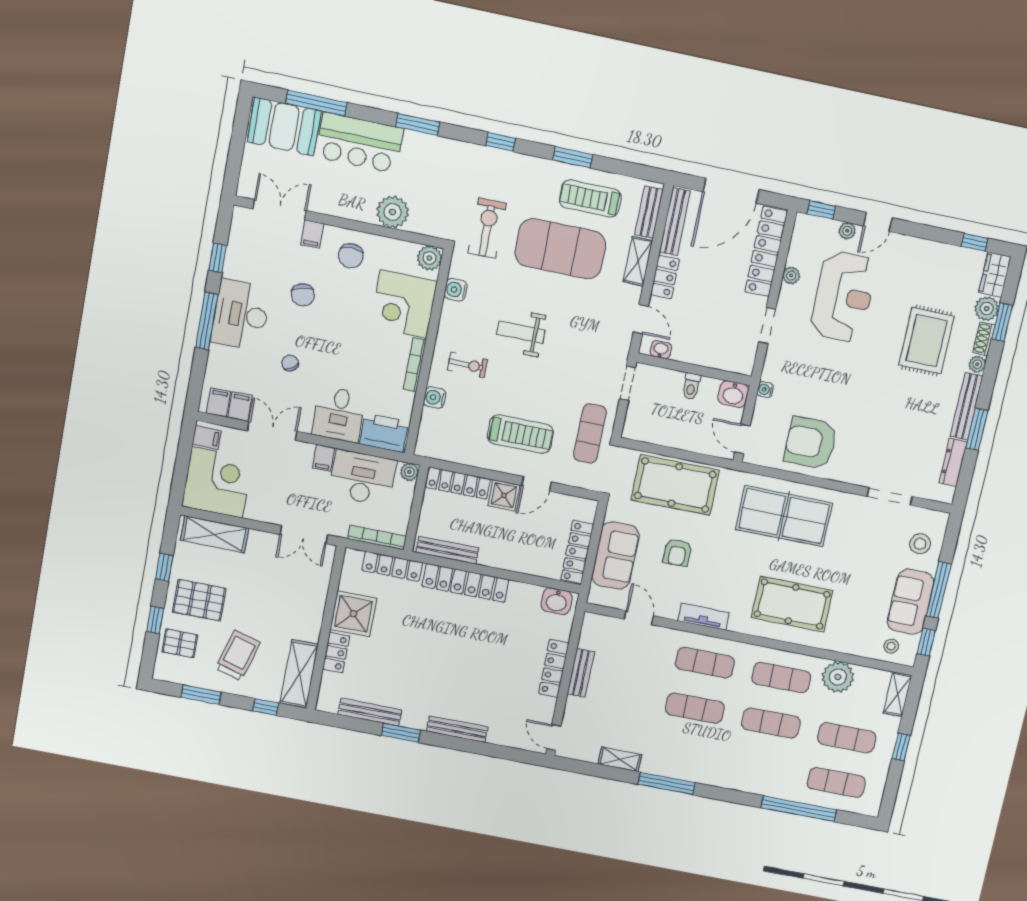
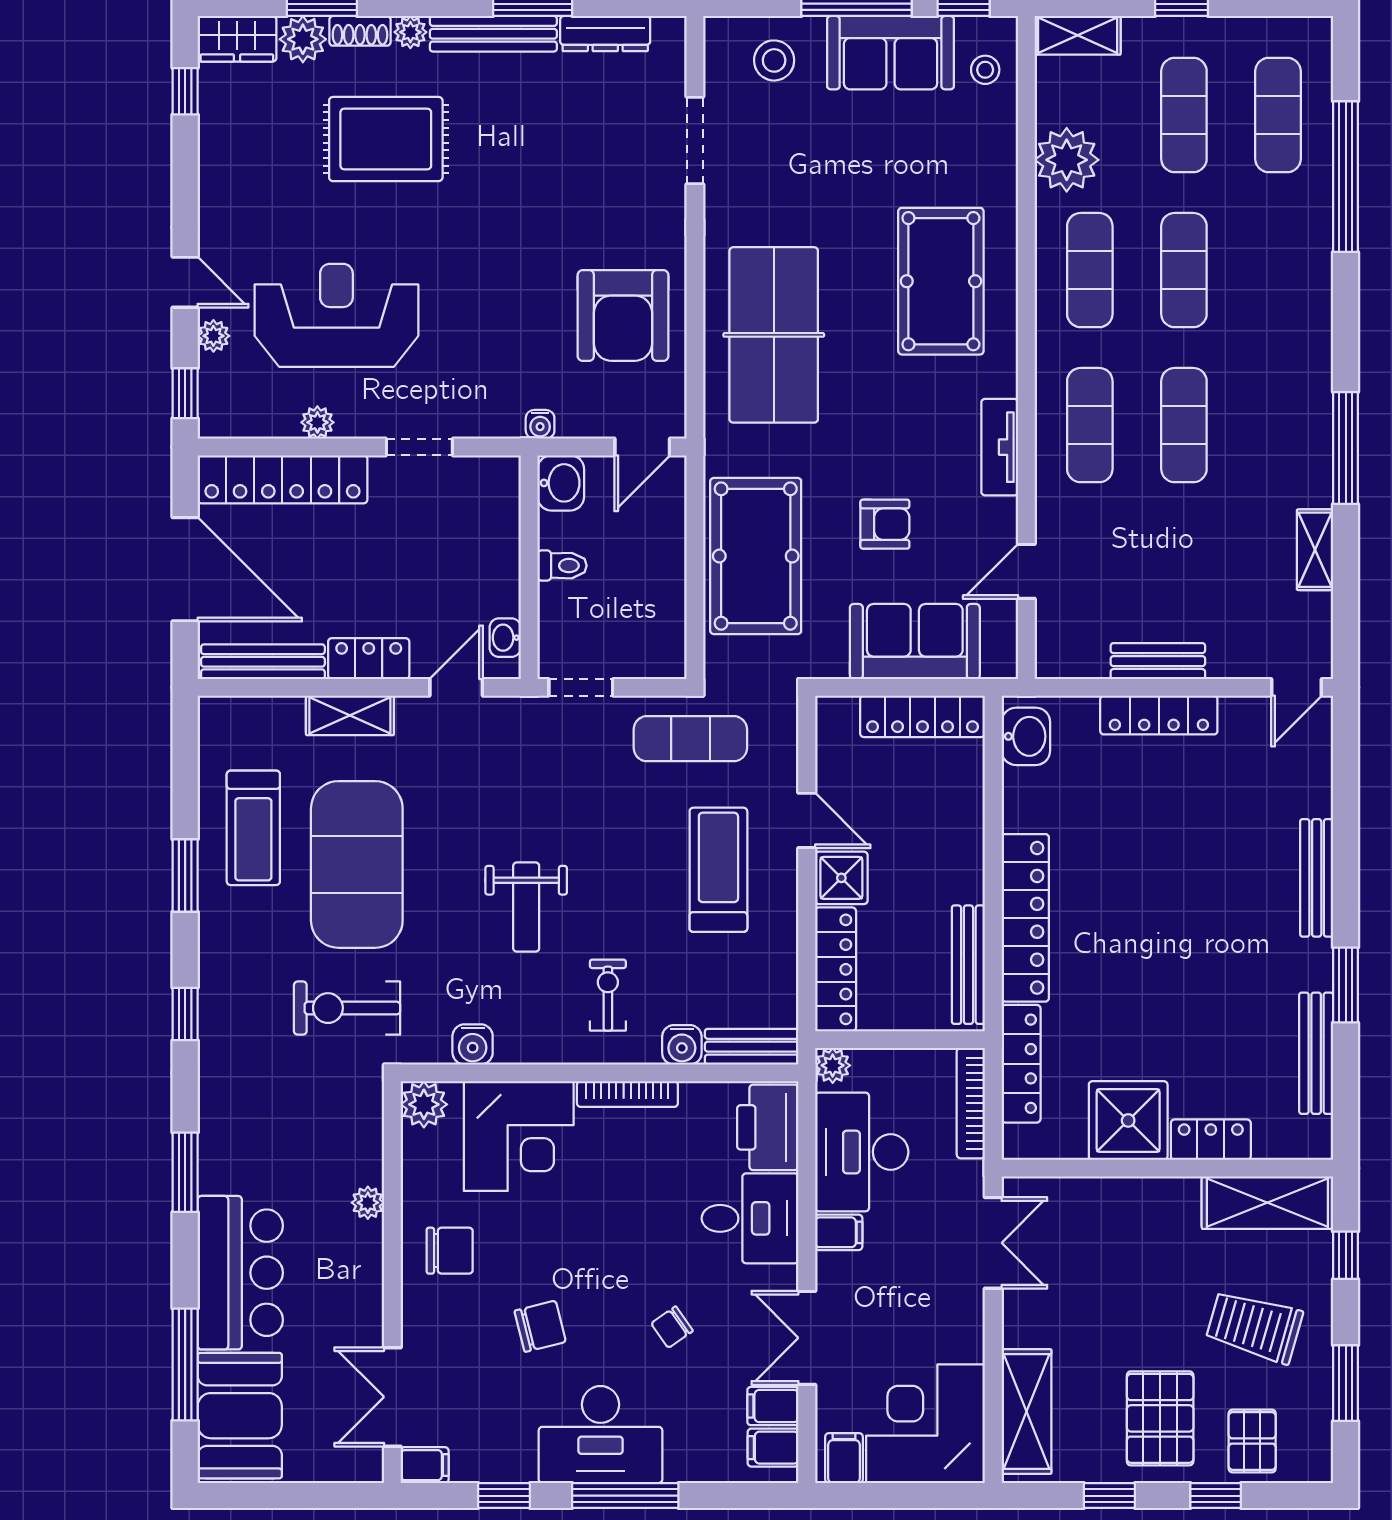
plant: (393, 212) -> (368, 1203), width x0.53, depth x0.53
bench: (649, 212) -> (752, 1047), moved
filing cabinet: (312, 234) -> (425, 1465), moved

